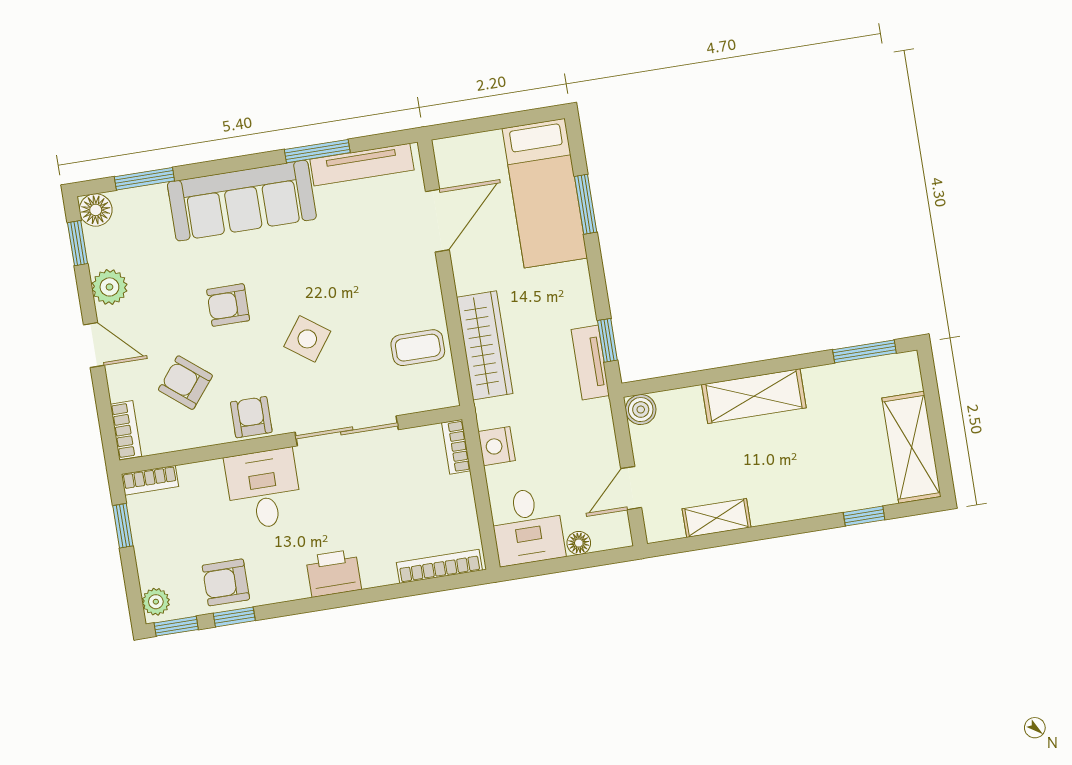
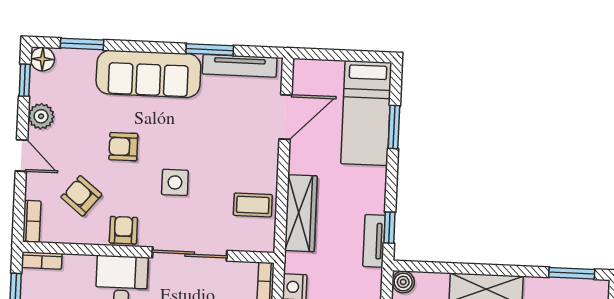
side table: (307, 339) -> (175, 182), turned -36

